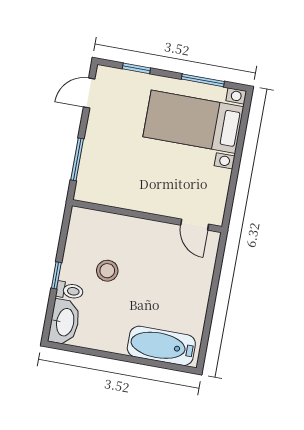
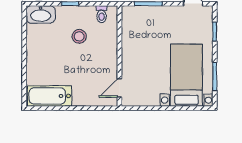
toilet: (70, 291) -> (102, 14), moved
bathtub: (161, 346) -> (49, 96), moved, turned -90

